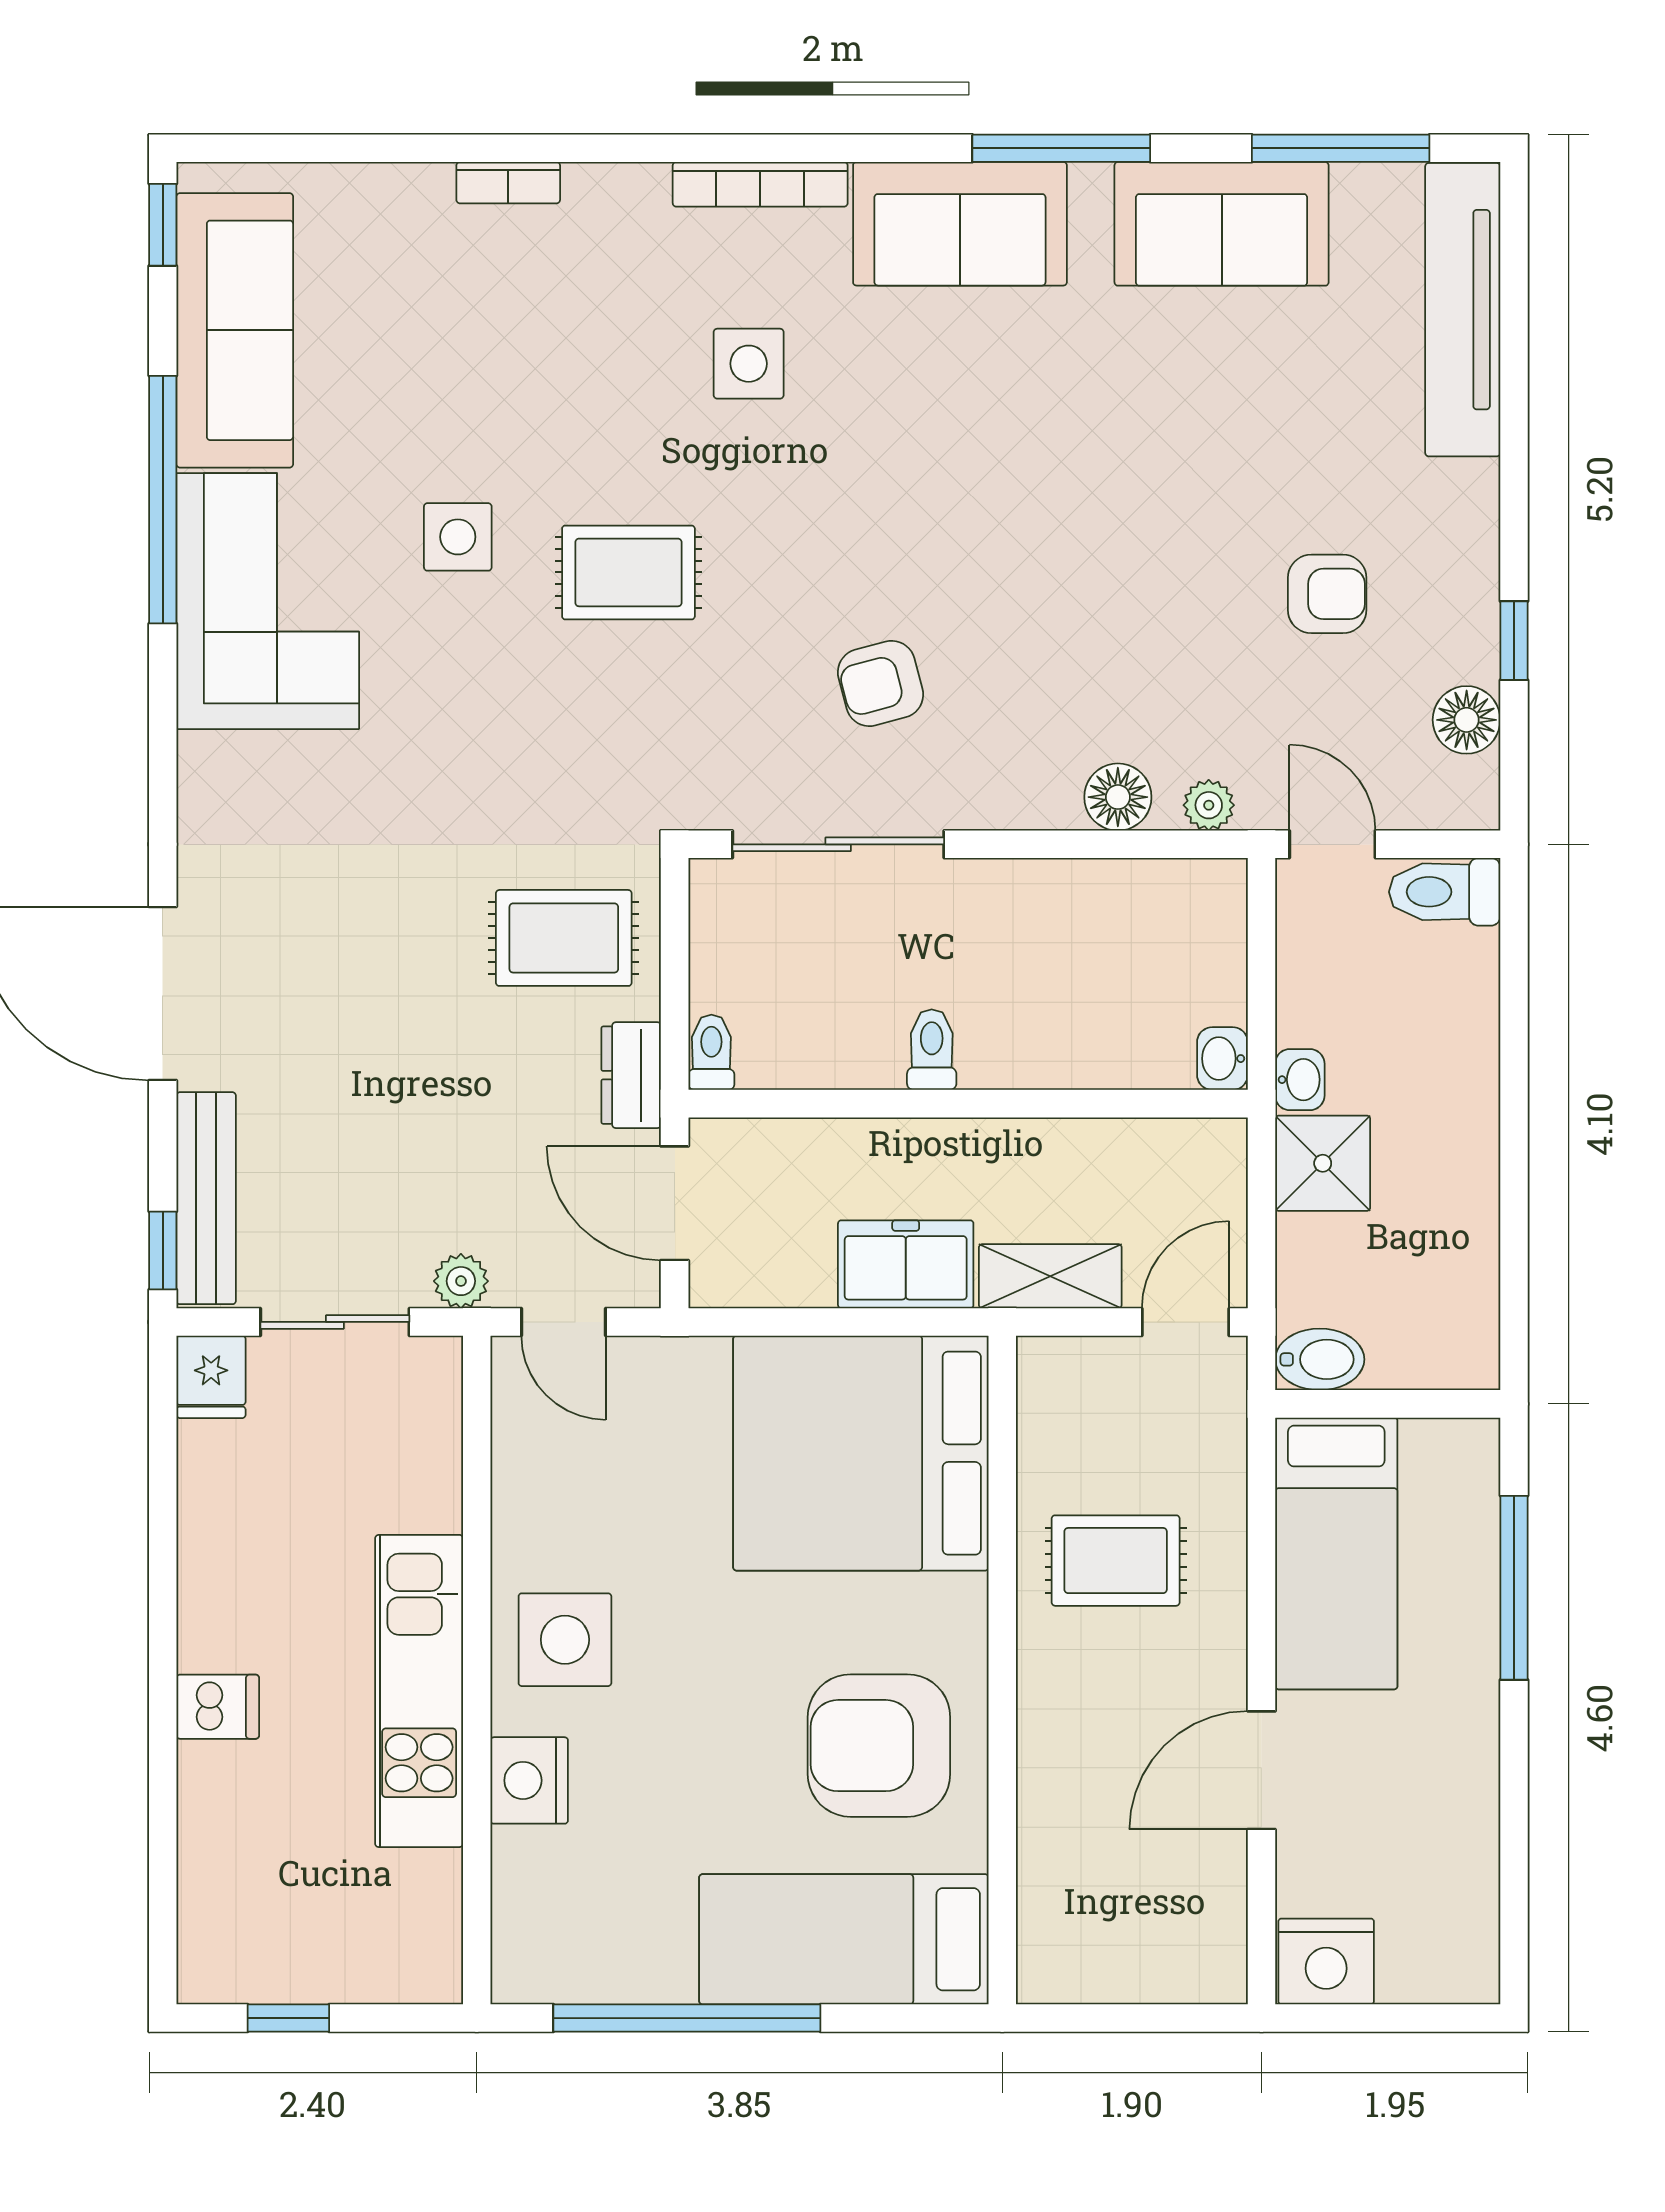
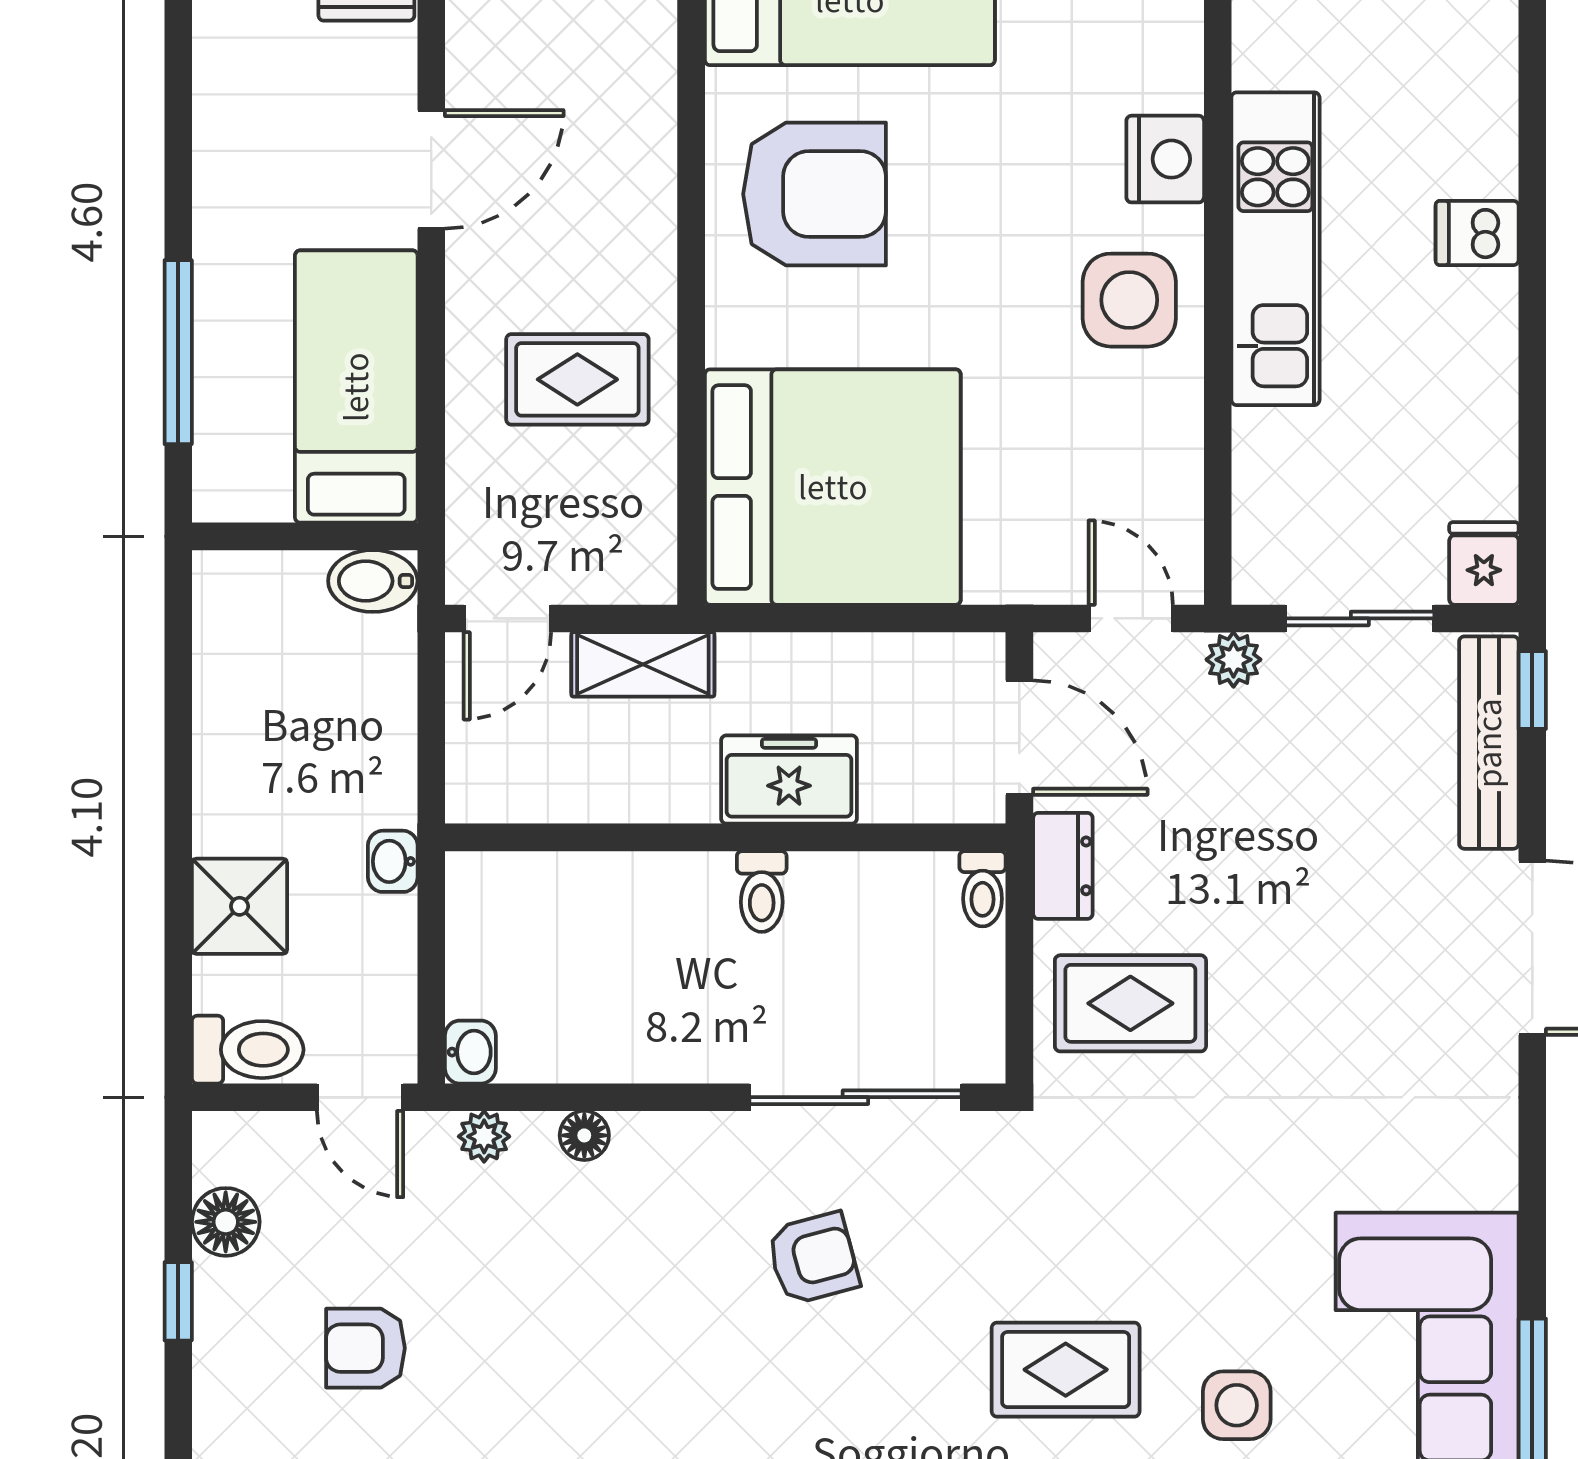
floor lamp: (1118, 797) -> (584, 1135), width x0.73, depth x0.73
washbasin: (1222, 1059) -> (470, 1052), moved
shower: (1323, 1163) -> (240, 906), moved
freezer: (906, 1264) -> (789, 780), moved, turned 180

